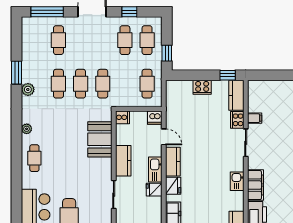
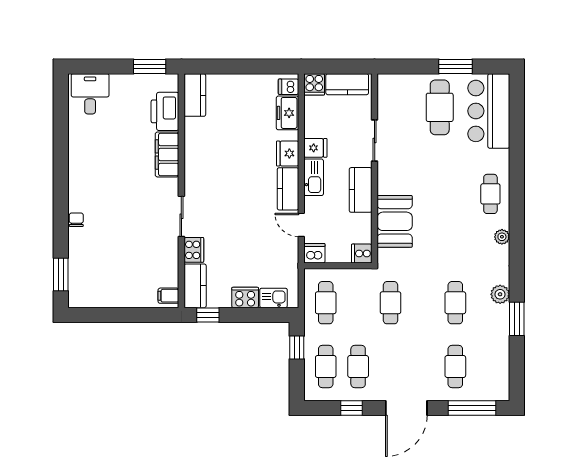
cafe table: (81, 84) -> (423, 303), removed
filing cabinet: (255, 118) -> (168, 296), moved
kitchen sink: (237, 181) -> (274, 298), moved, turned -90

